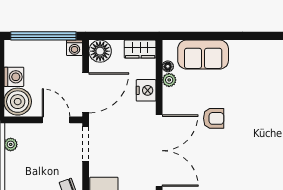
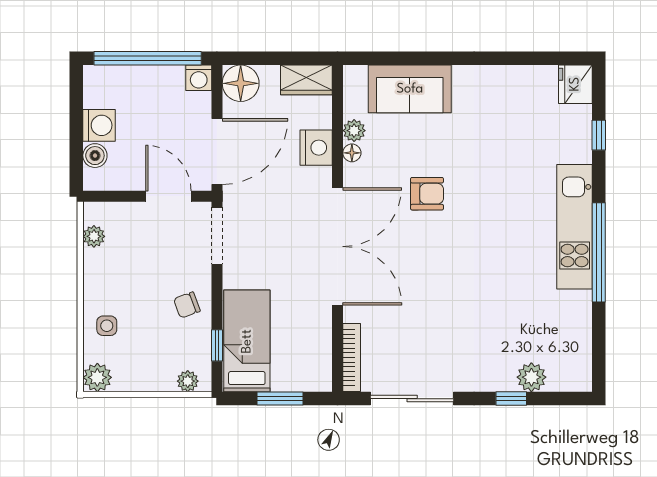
floor lamp: (168, 66) -> (352, 153), moved
boiler: (18, 102) -> (95, 156), width x0.54, depth x0.54

